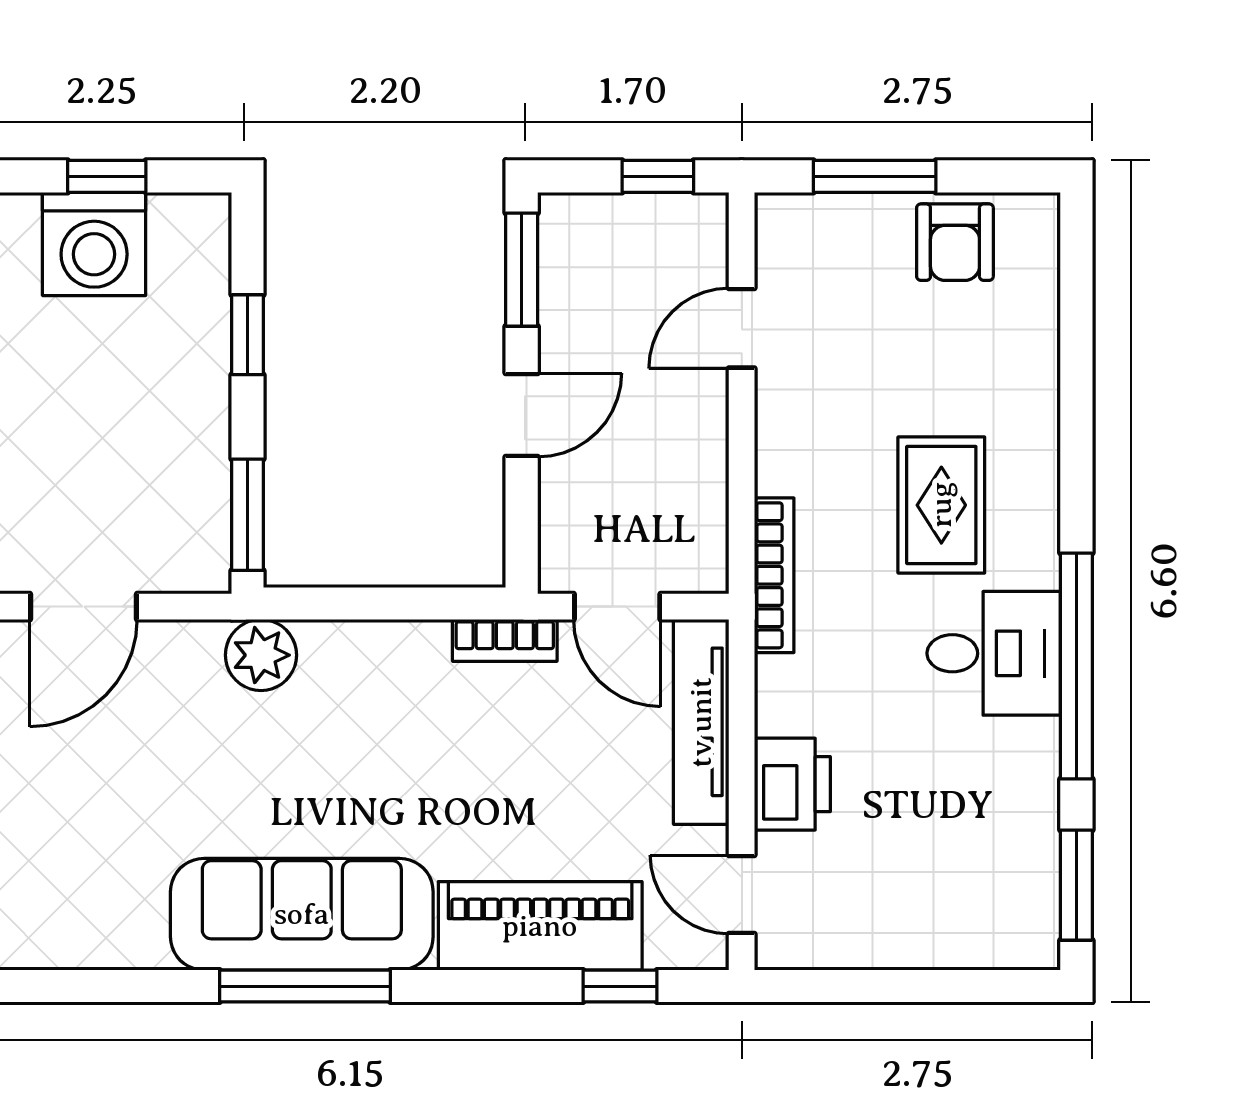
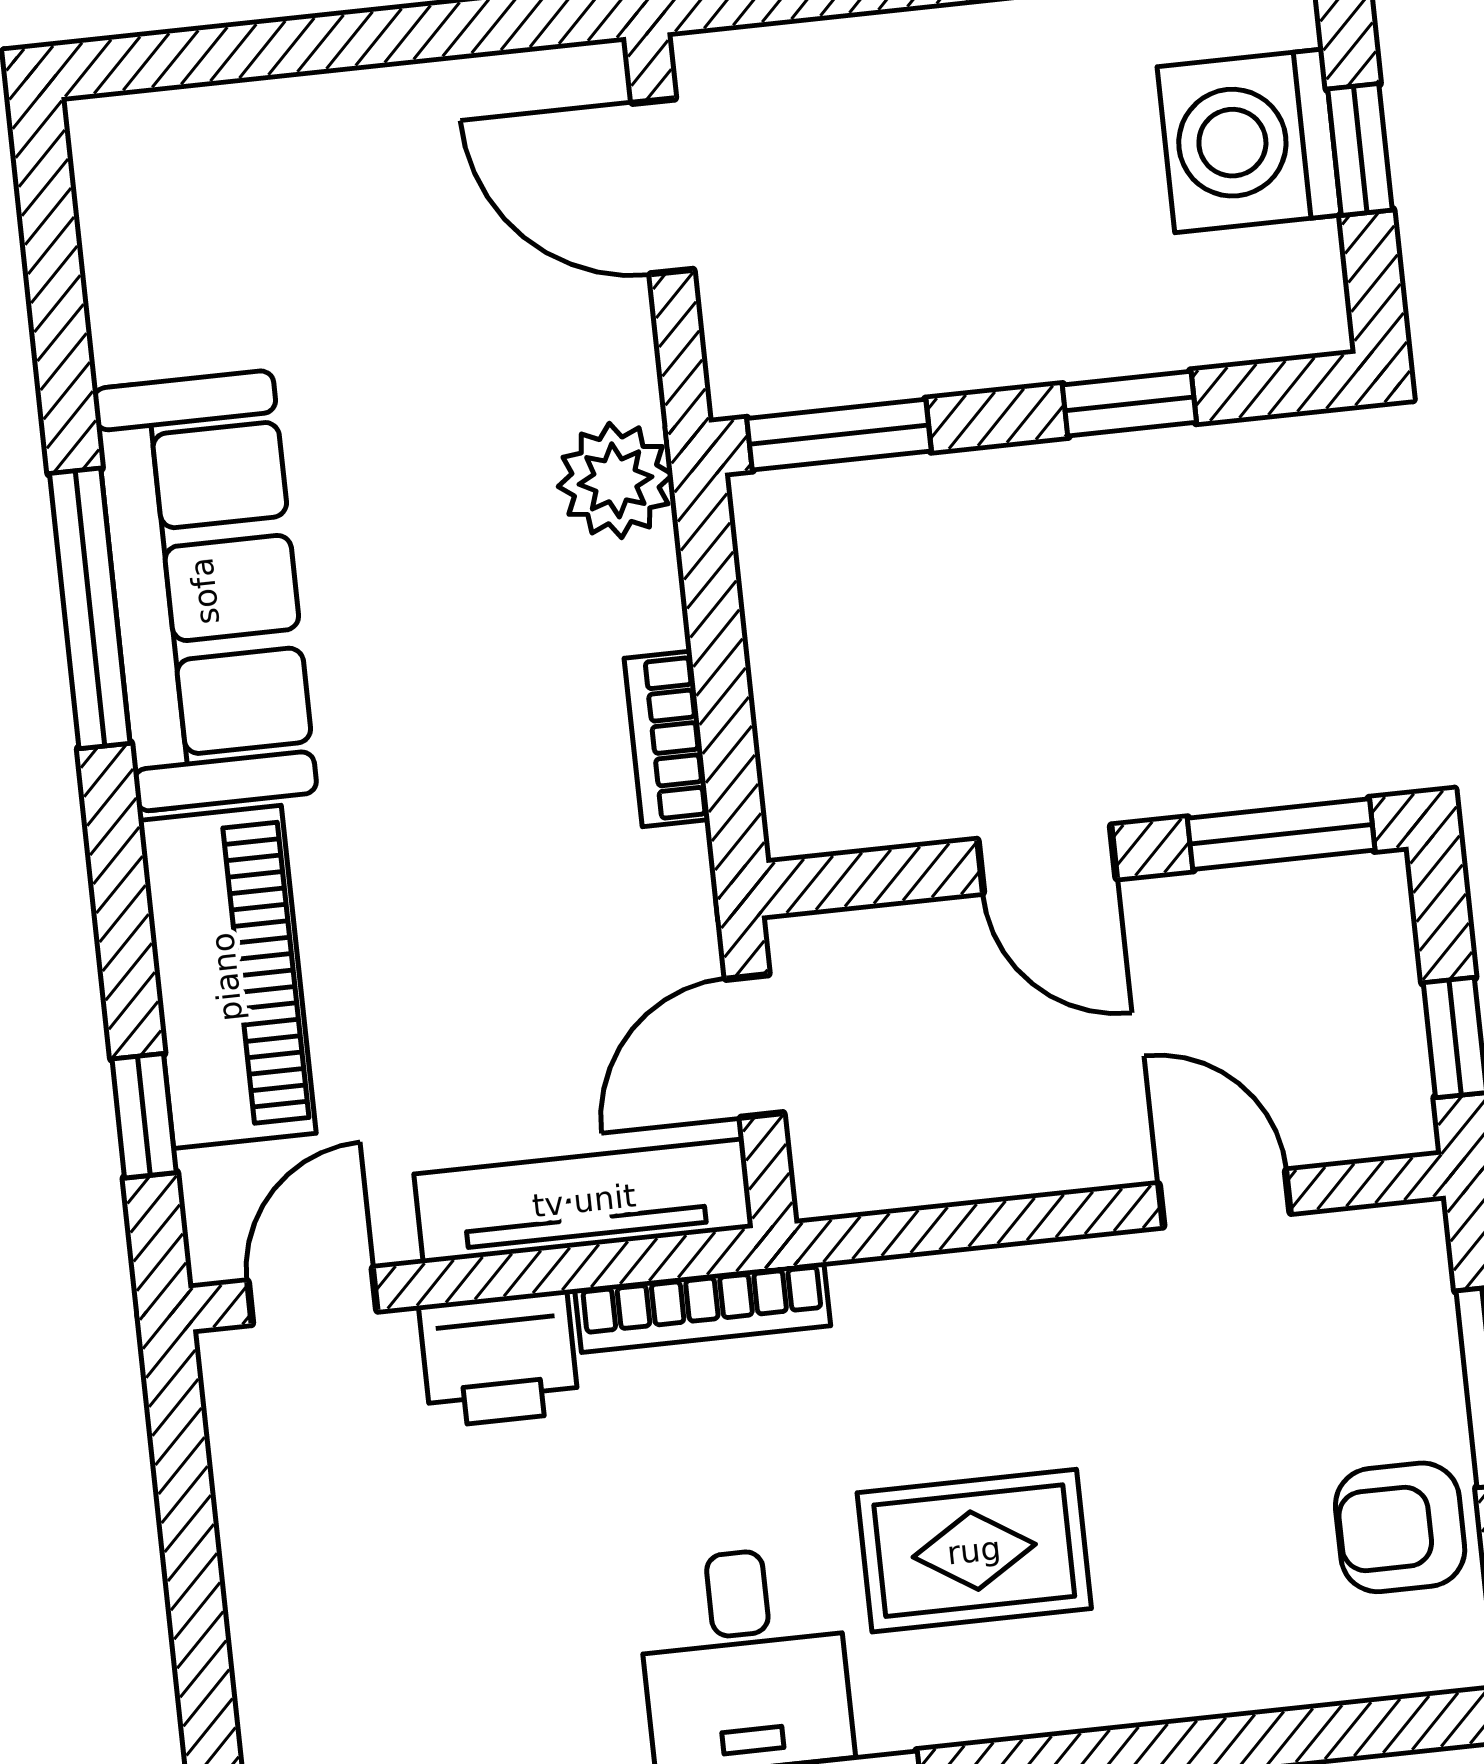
bookcase: (774, 575) -> (703, 1307), moved
bookcase: (505, 640) -> (667, 739), moved

